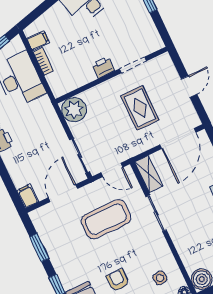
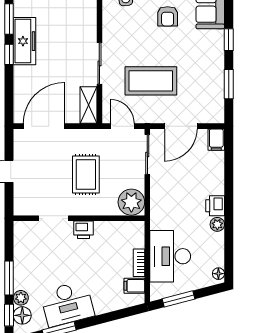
rug: (140, 108) -> (86, 174), moved

